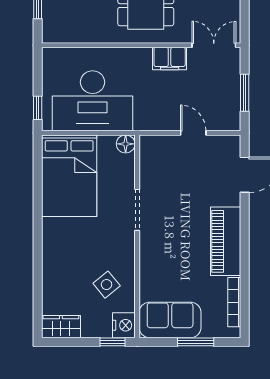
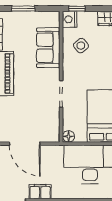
door: (193, 133) -> (25, 144), width x1.87
sofa: (170, 320) -> (48, 48), moved, turned 90

